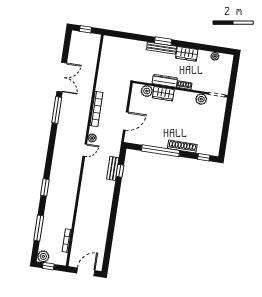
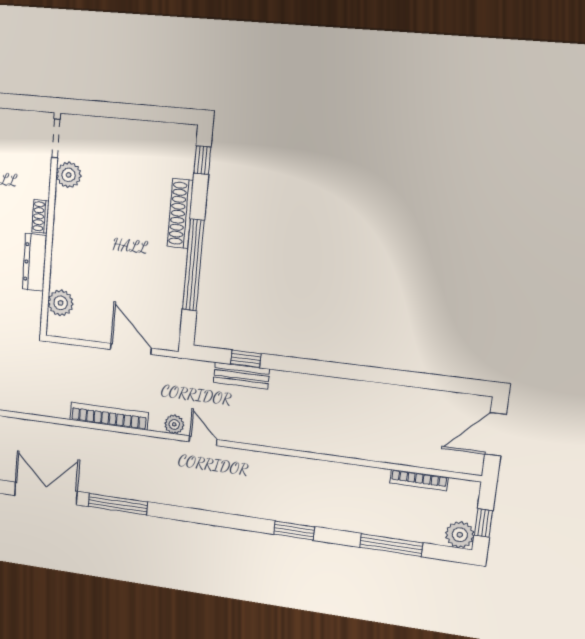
wardrobe: (163, 94) -> (63, 265), removed
door: (86, 272) -> (495, 434), hinge flipped

